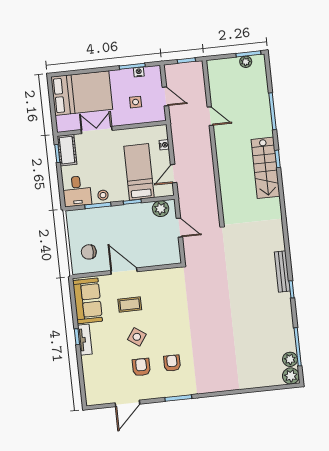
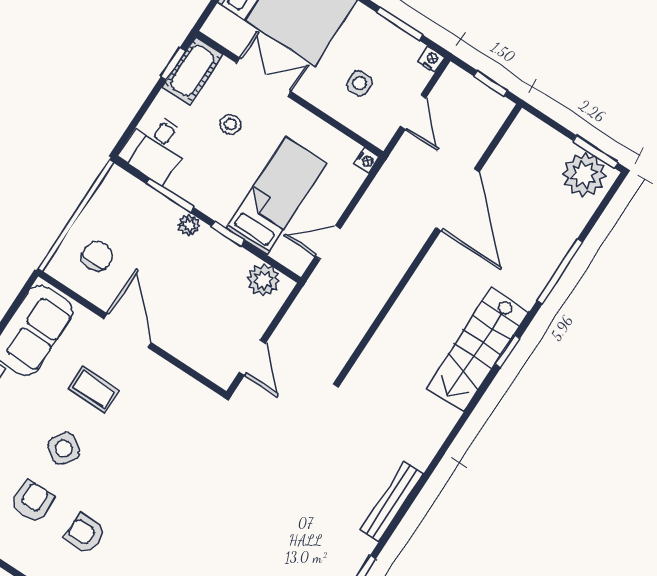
plant: (246, 62) -> (584, 175), width x1.87, depth x1.87
nightstand: (139, 72) -> (431, 60), moved
door: (210, 116) -> (458, 200), width x1.88
nightstand: (164, 145) -> (366, 160), moved
stool: (103, 195) -> (230, 124), moved
plant: (114, 211) -> (189, 225), added
door: (179, 228) -> (253, 357), moved
chair: (89, 252) -> (97, 256), turned 90
bench: (282, 271) -> (392, 502), moved
armchair: (172, 363) -> (85, 534), turned -90

